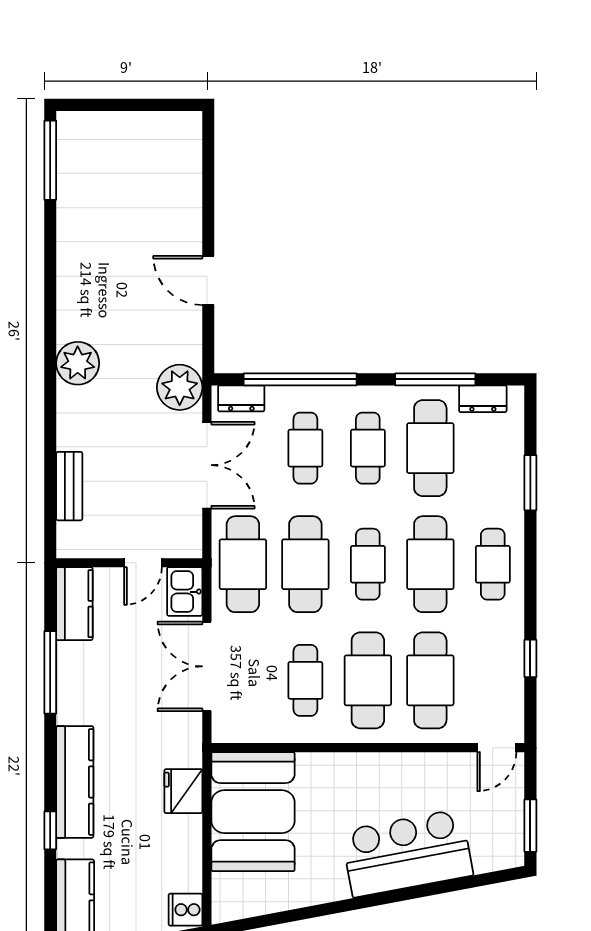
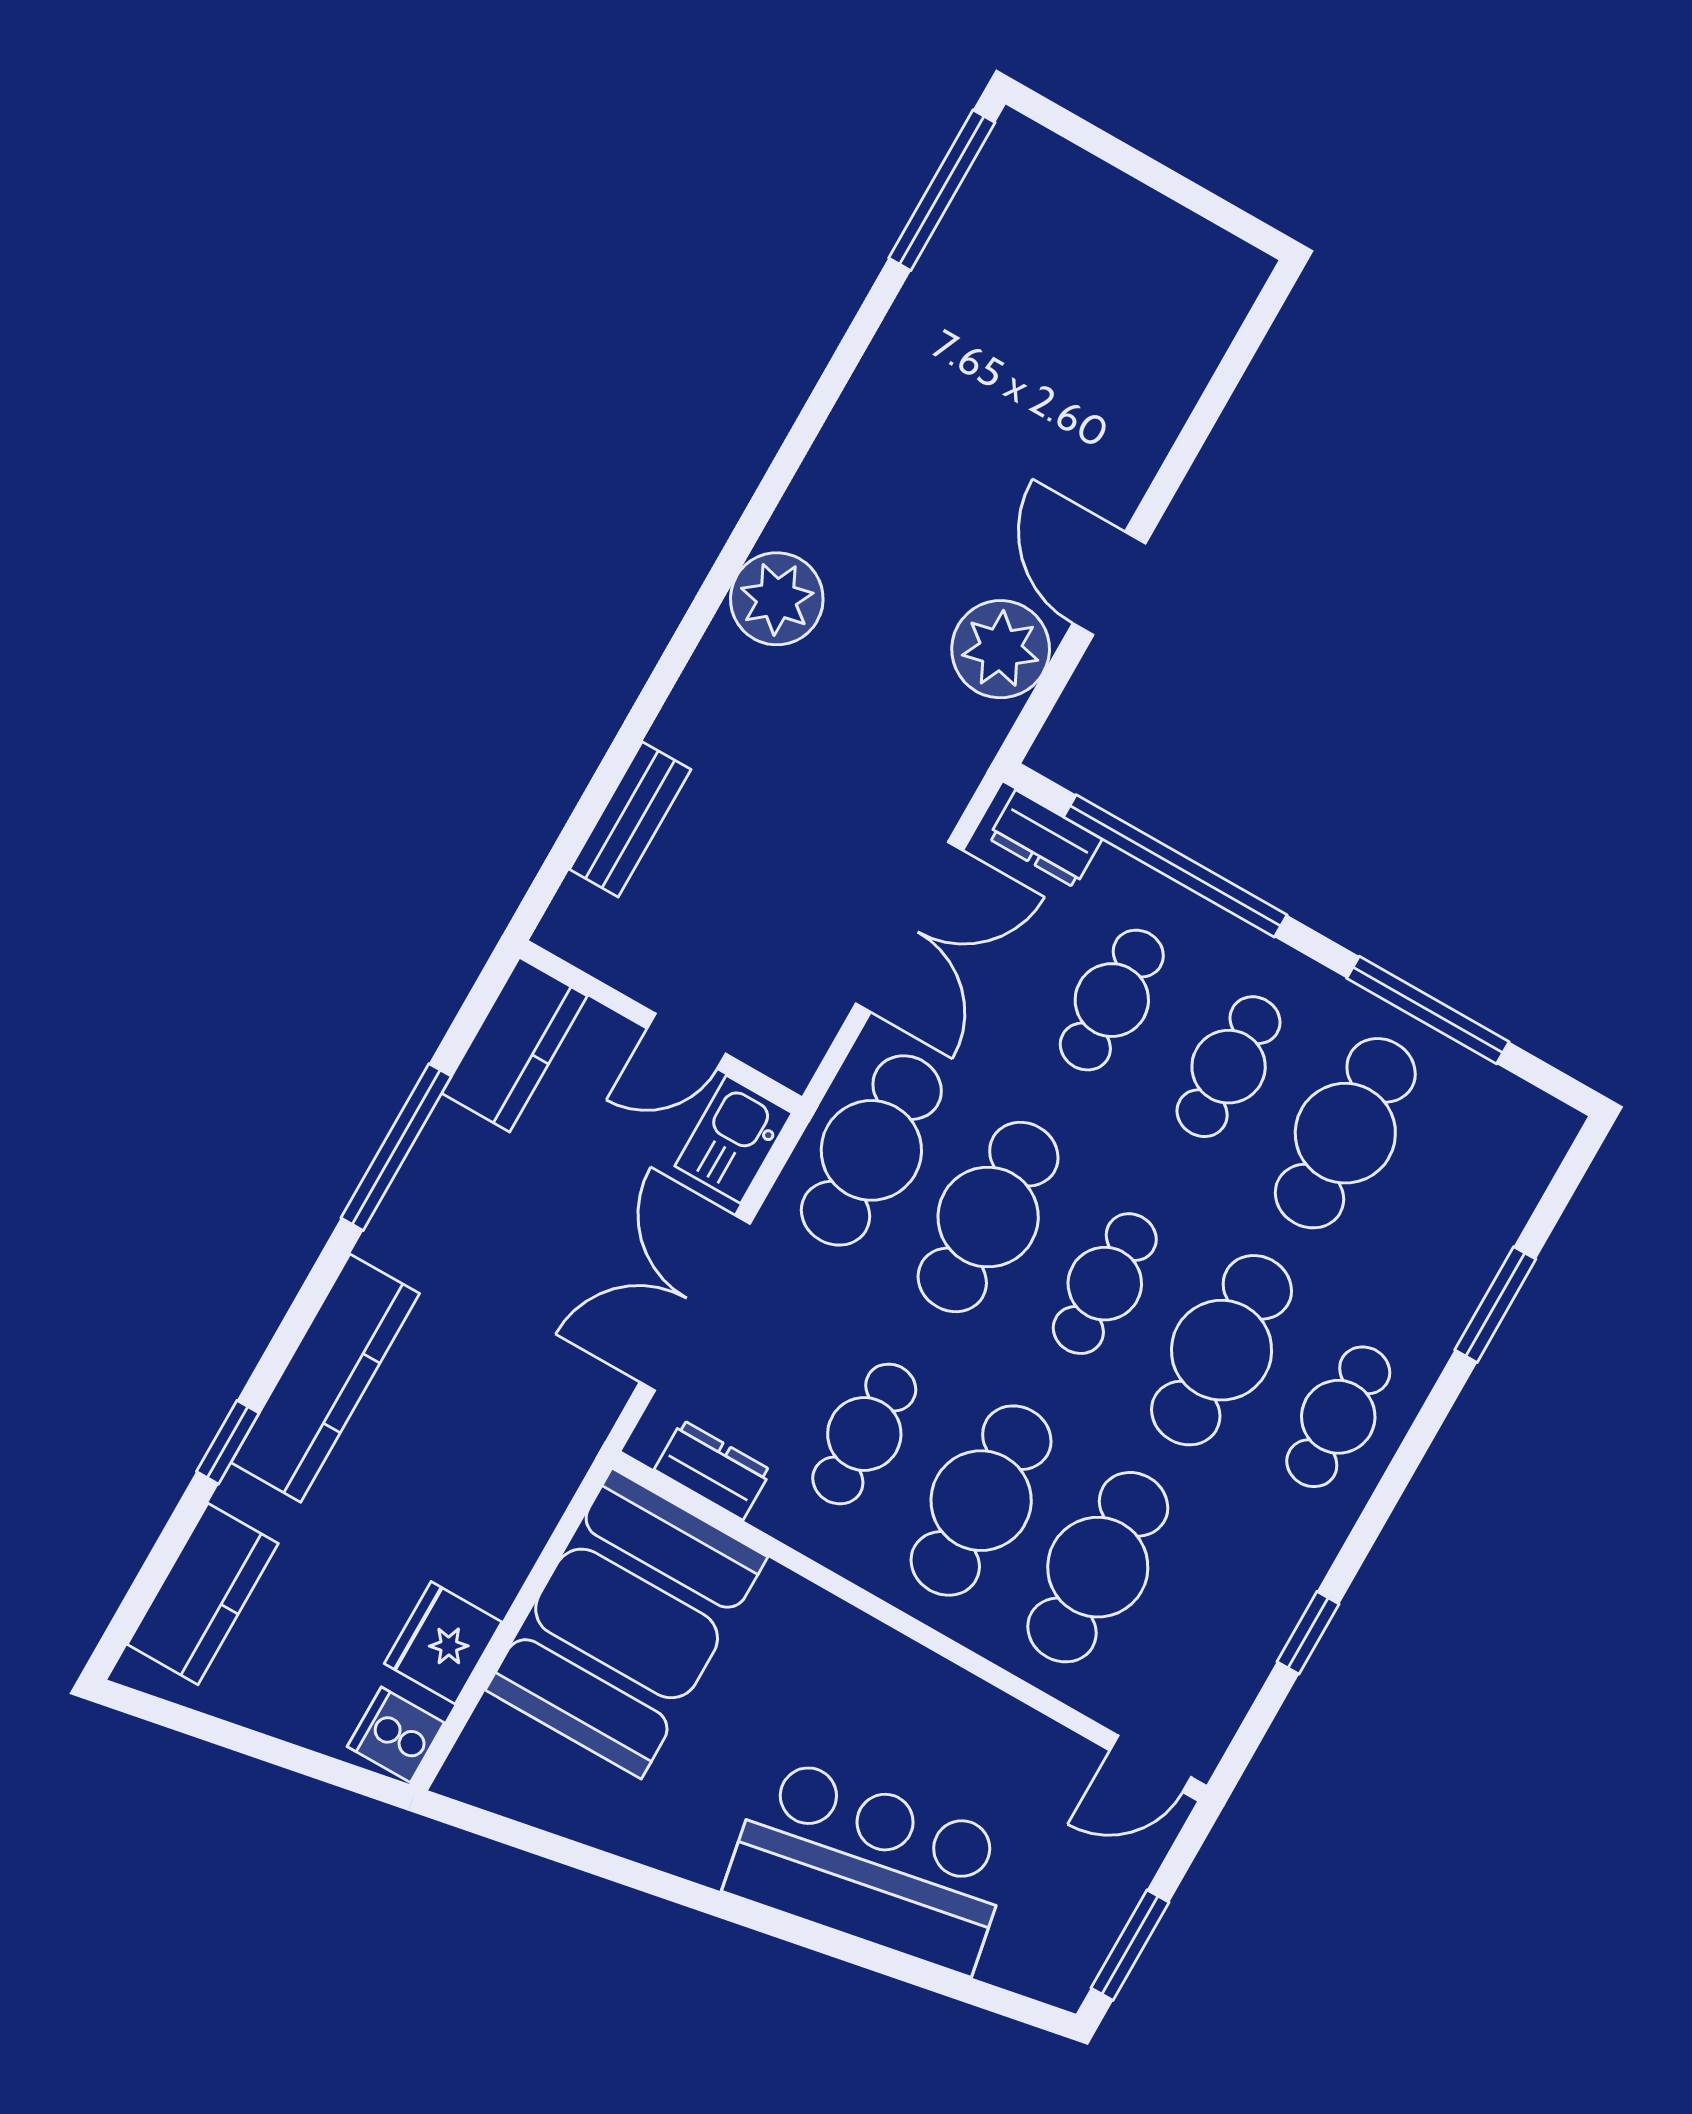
plant: (180, 387) -> (1001, 649), moved
dresser: (483, 399) -> (713, 1470), moved, turned 180
fridge: (183, 791) -> (443, 1643), moved

